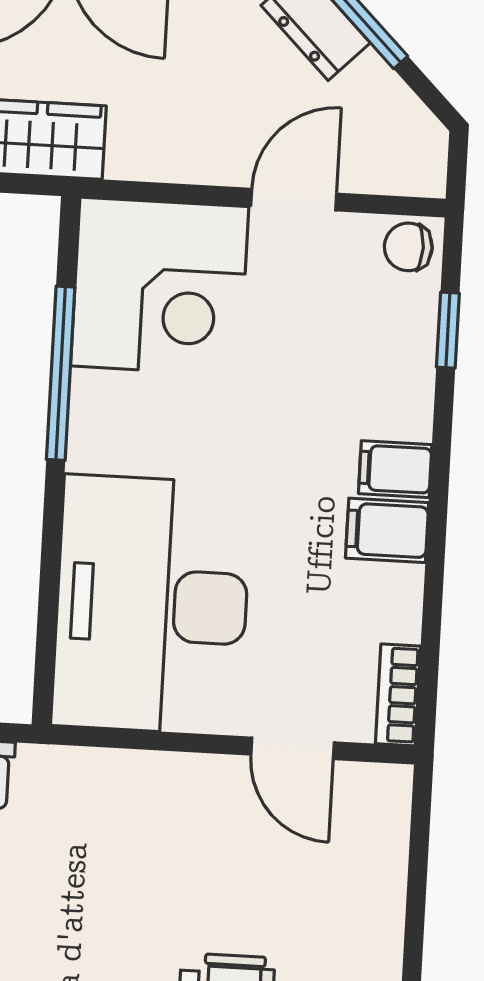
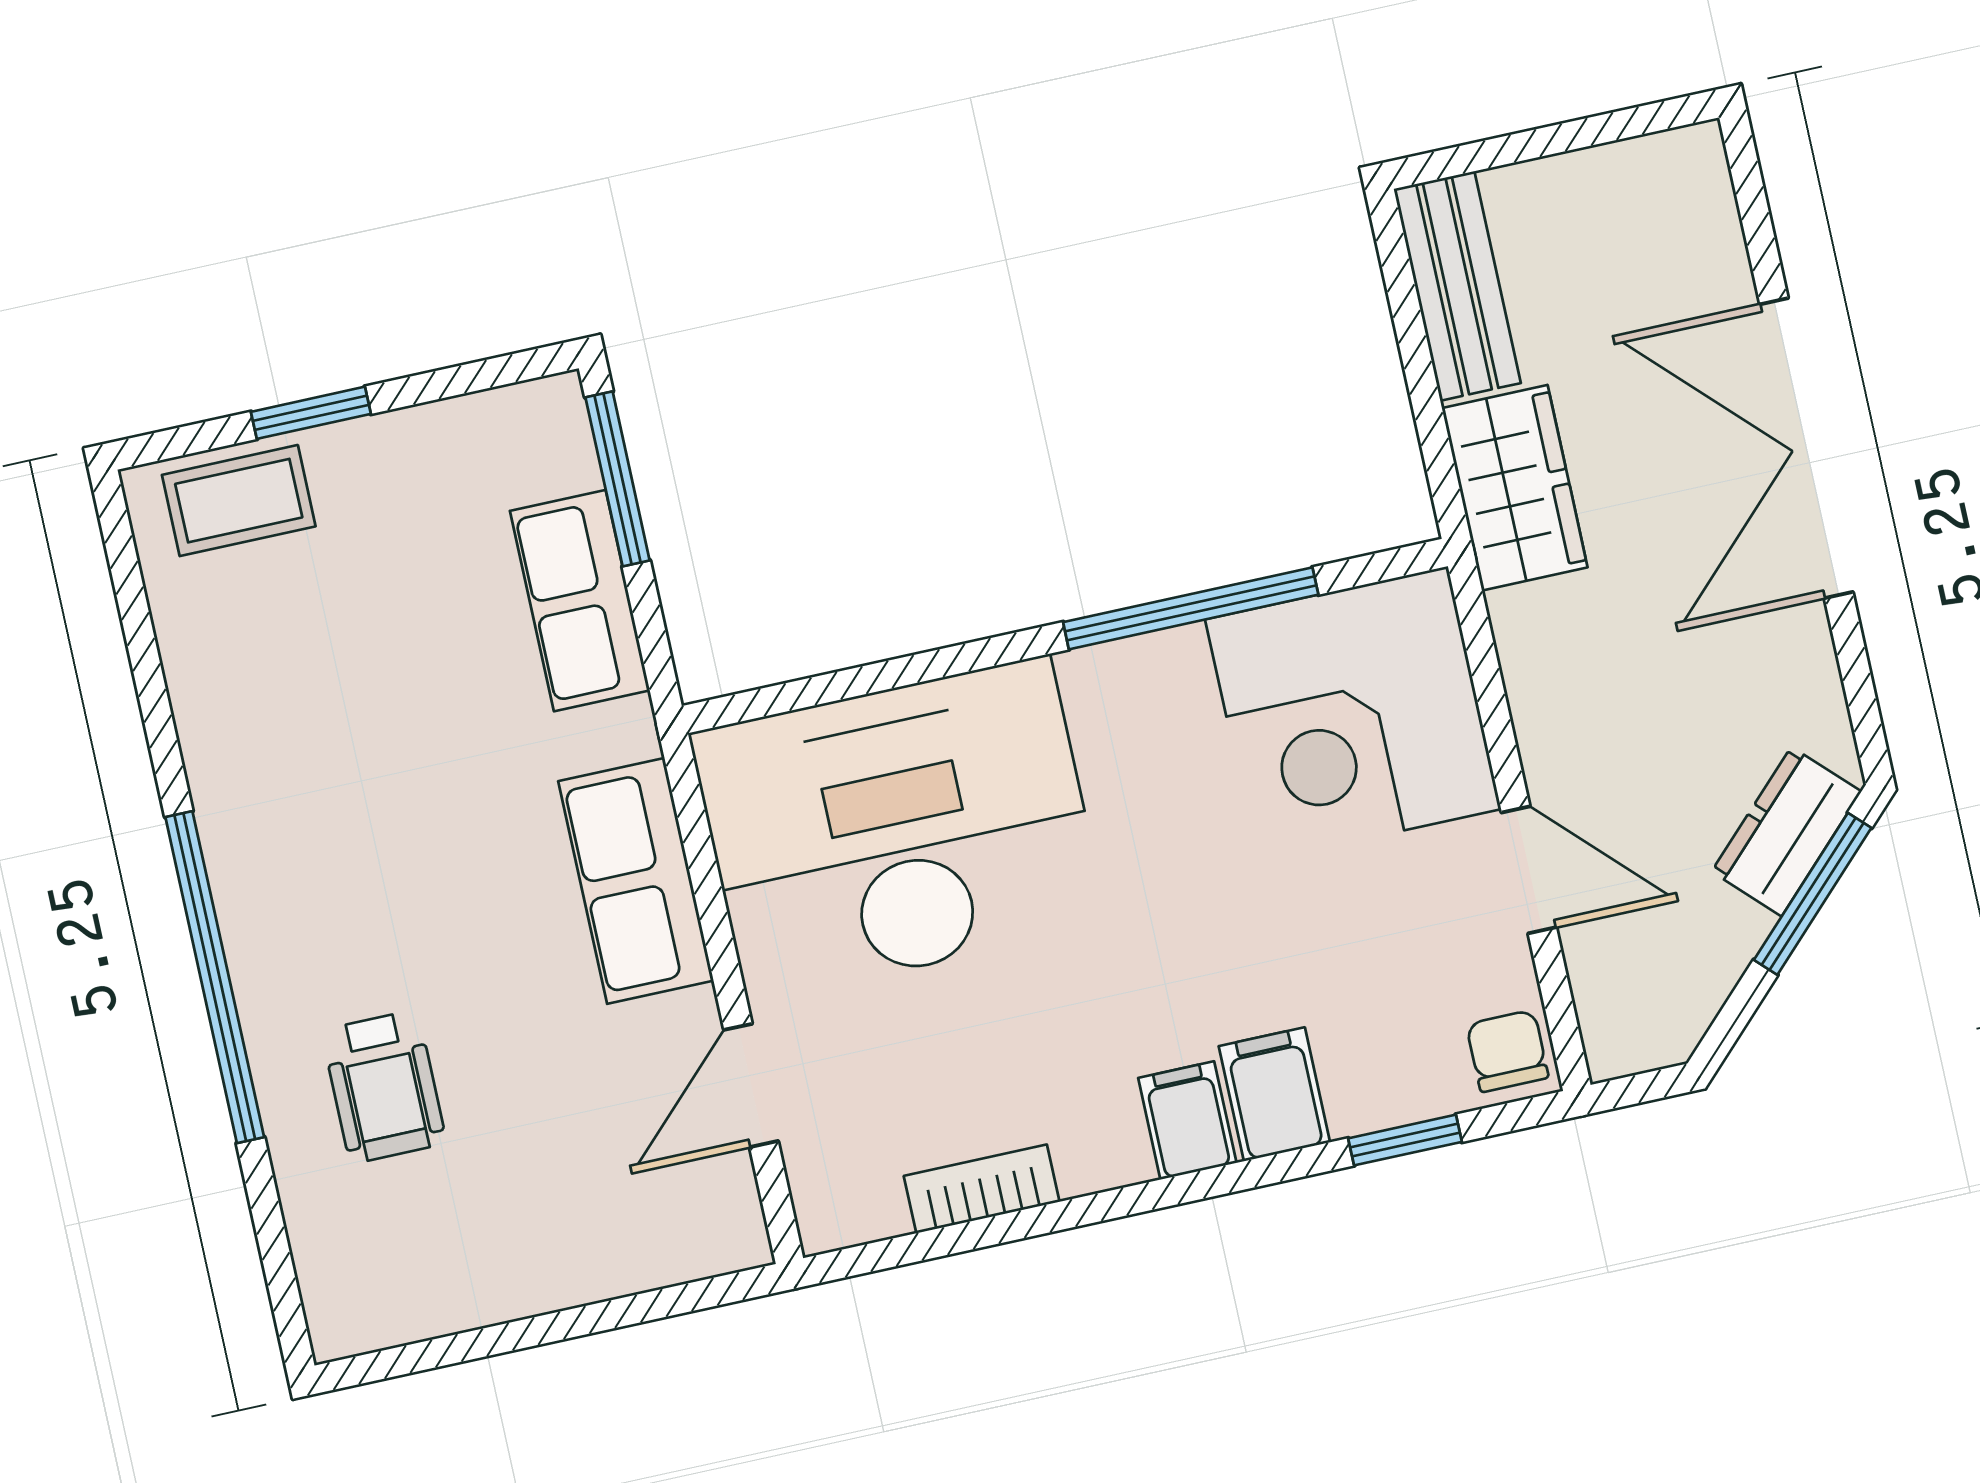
filing cabinet: (387, 530) -> (1274, 1094), moved
bookcase: (398, 695) -> (982, 1189), moved
row of seats: (138, 786) -> (636, 881), added

